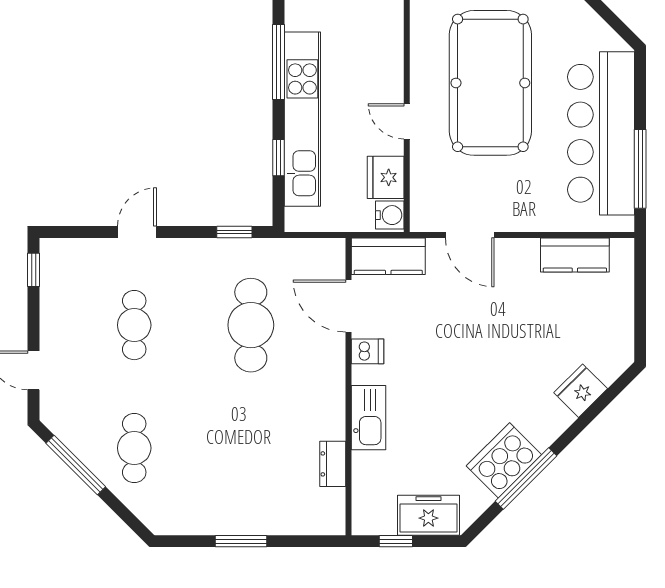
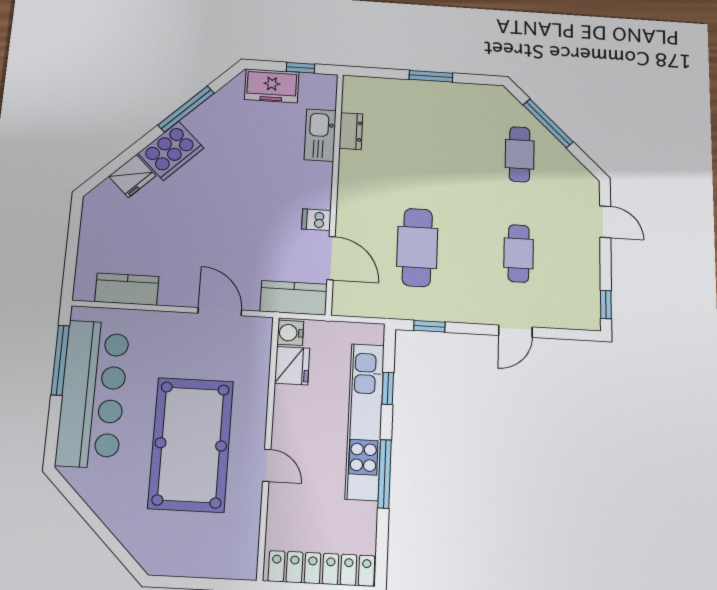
door: (407, 121) -> (267, 465), moved
kitchen sink: (368, 418) -> (320, 135), moved
cooker: (504, 460) -> (171, 151), moved
window: (76, 465) -> (548, 123), moved

